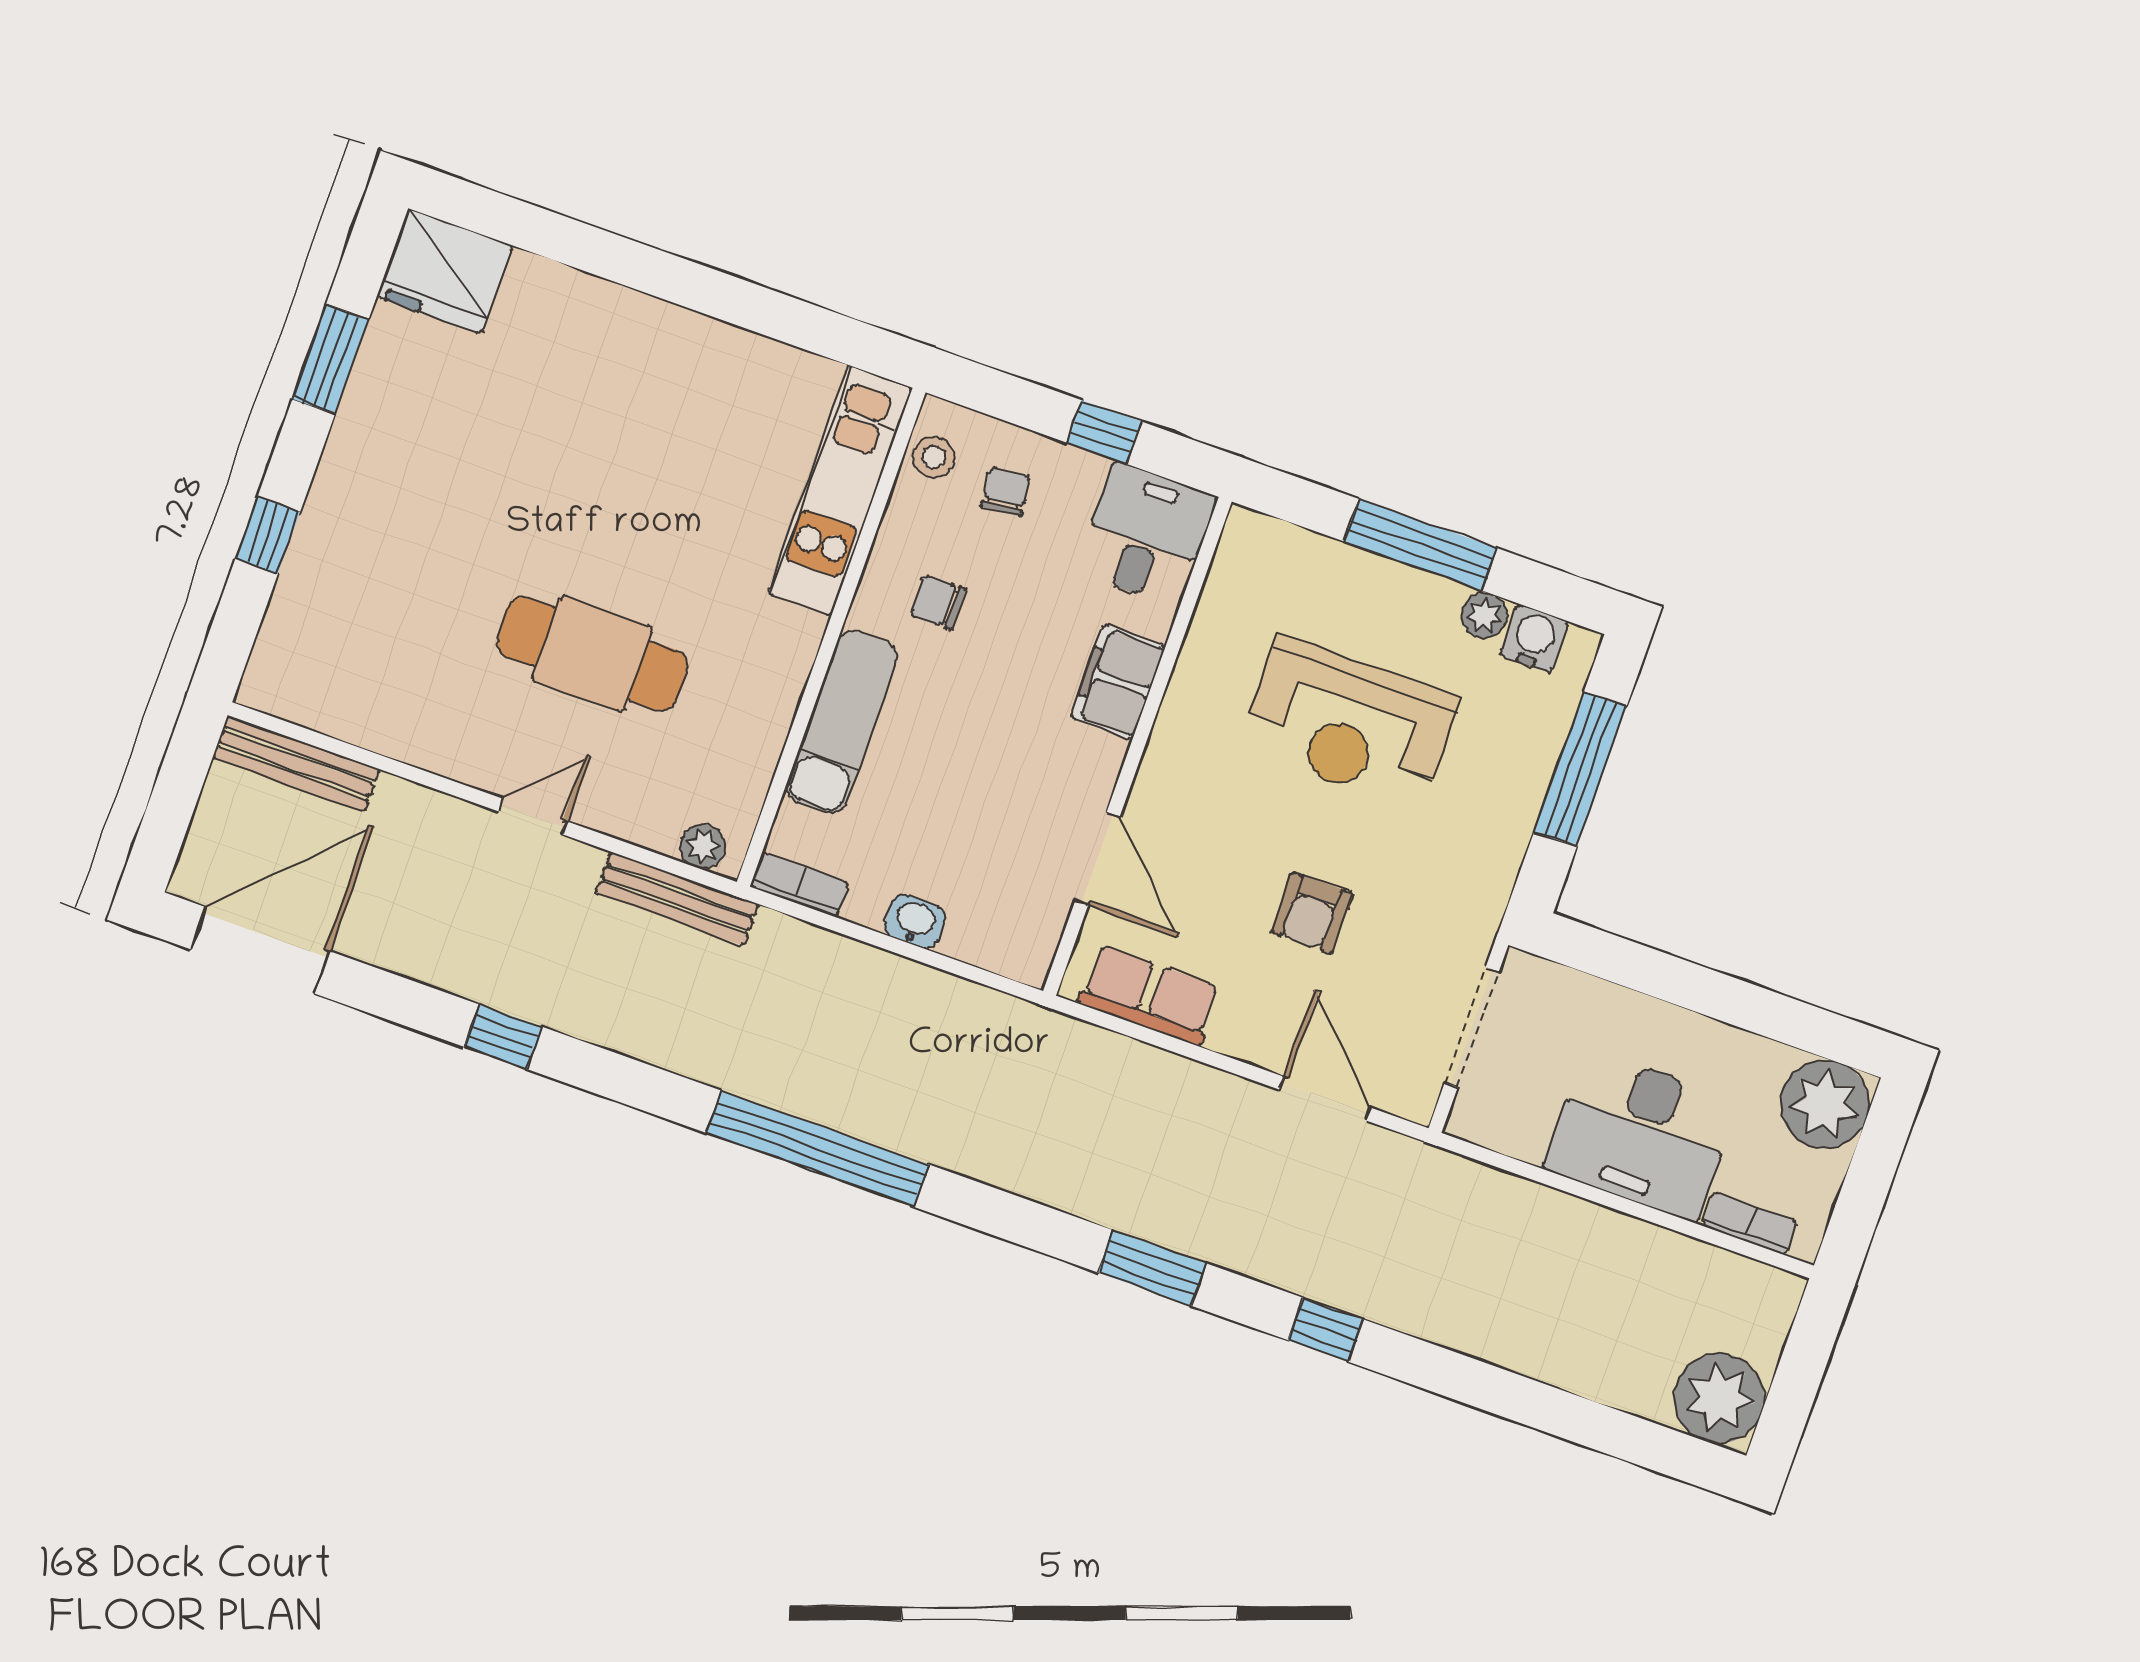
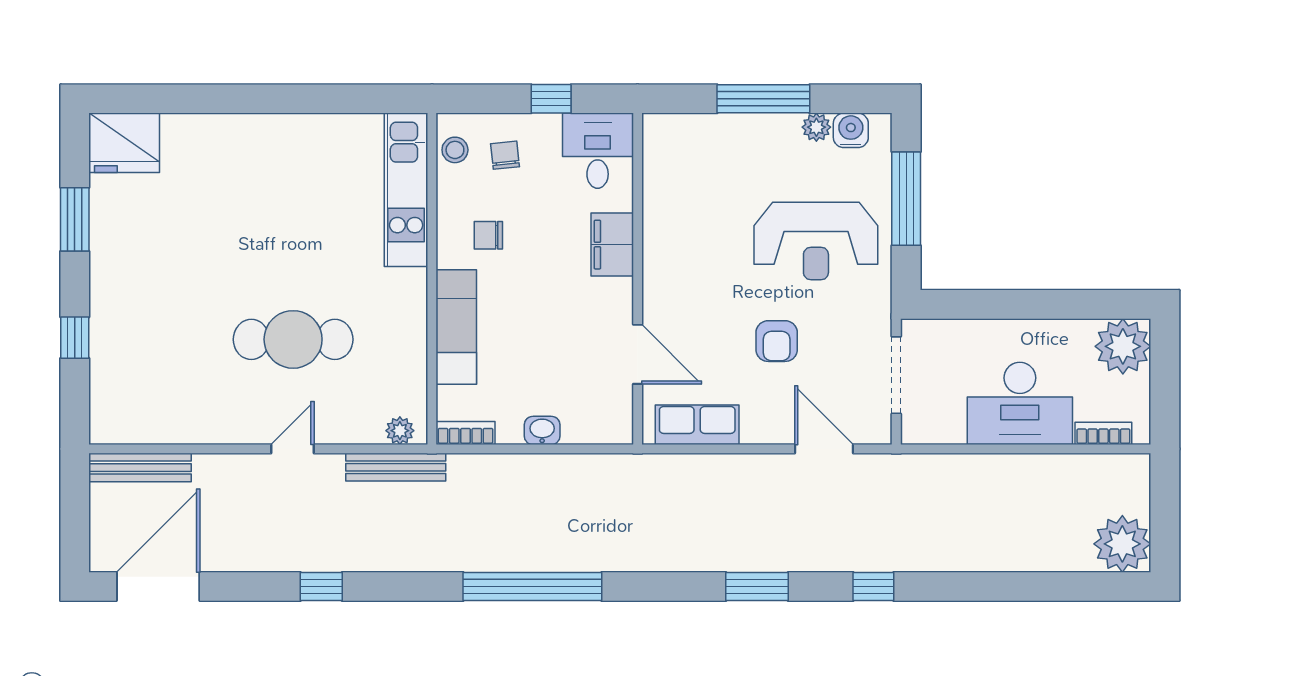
reception desk: (1349, 723) -> (816, 241), moved

